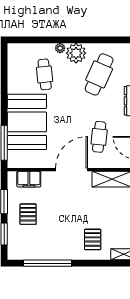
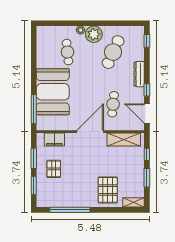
pallet: (93, 239) -> (108, 190), width x1.50, depth x1.42

